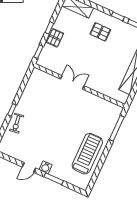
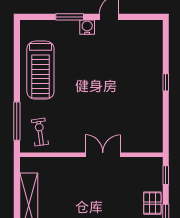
double door: (72, 82) -> (103, 155), swing flipped
exercise bike: (17, 123) -> (40, 132), moved

